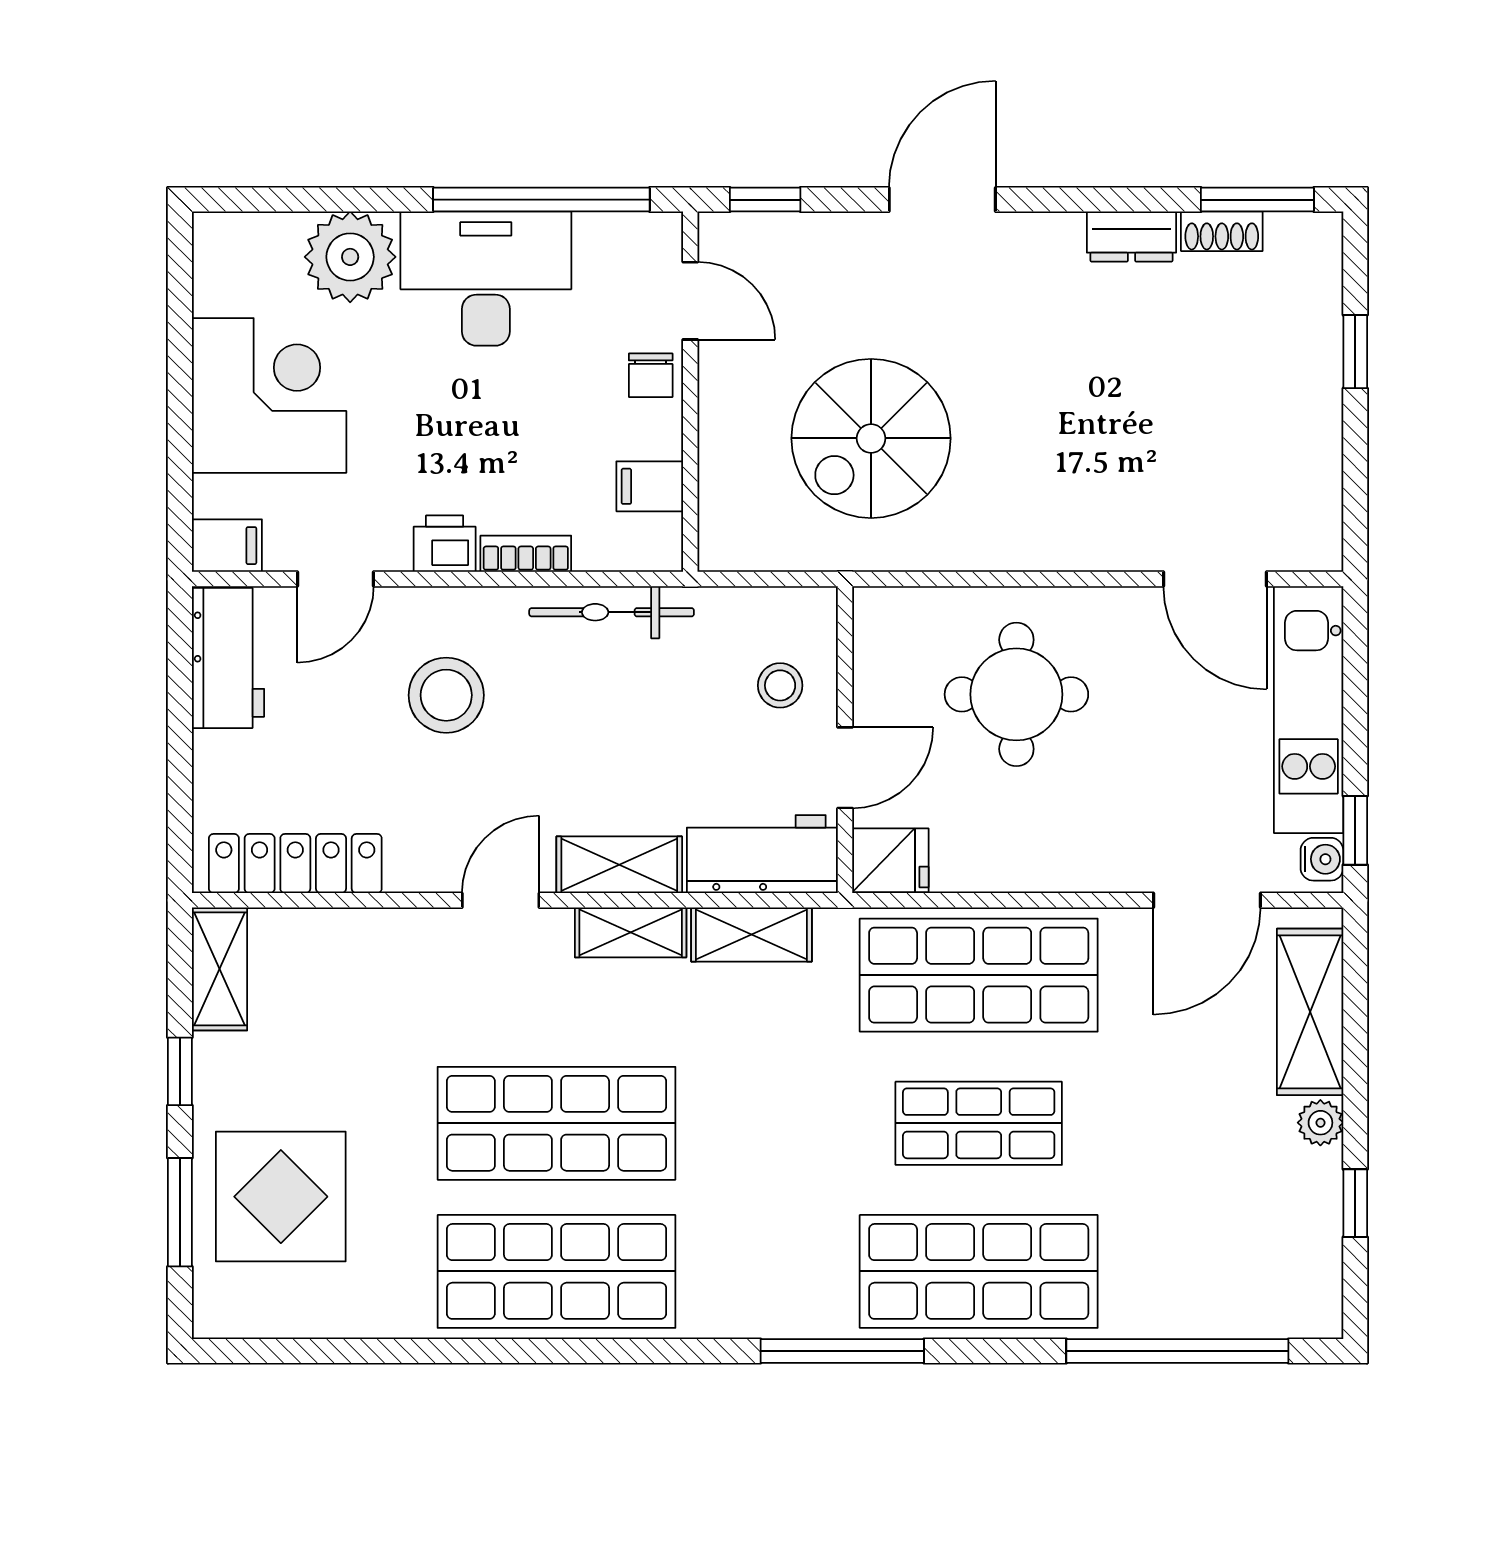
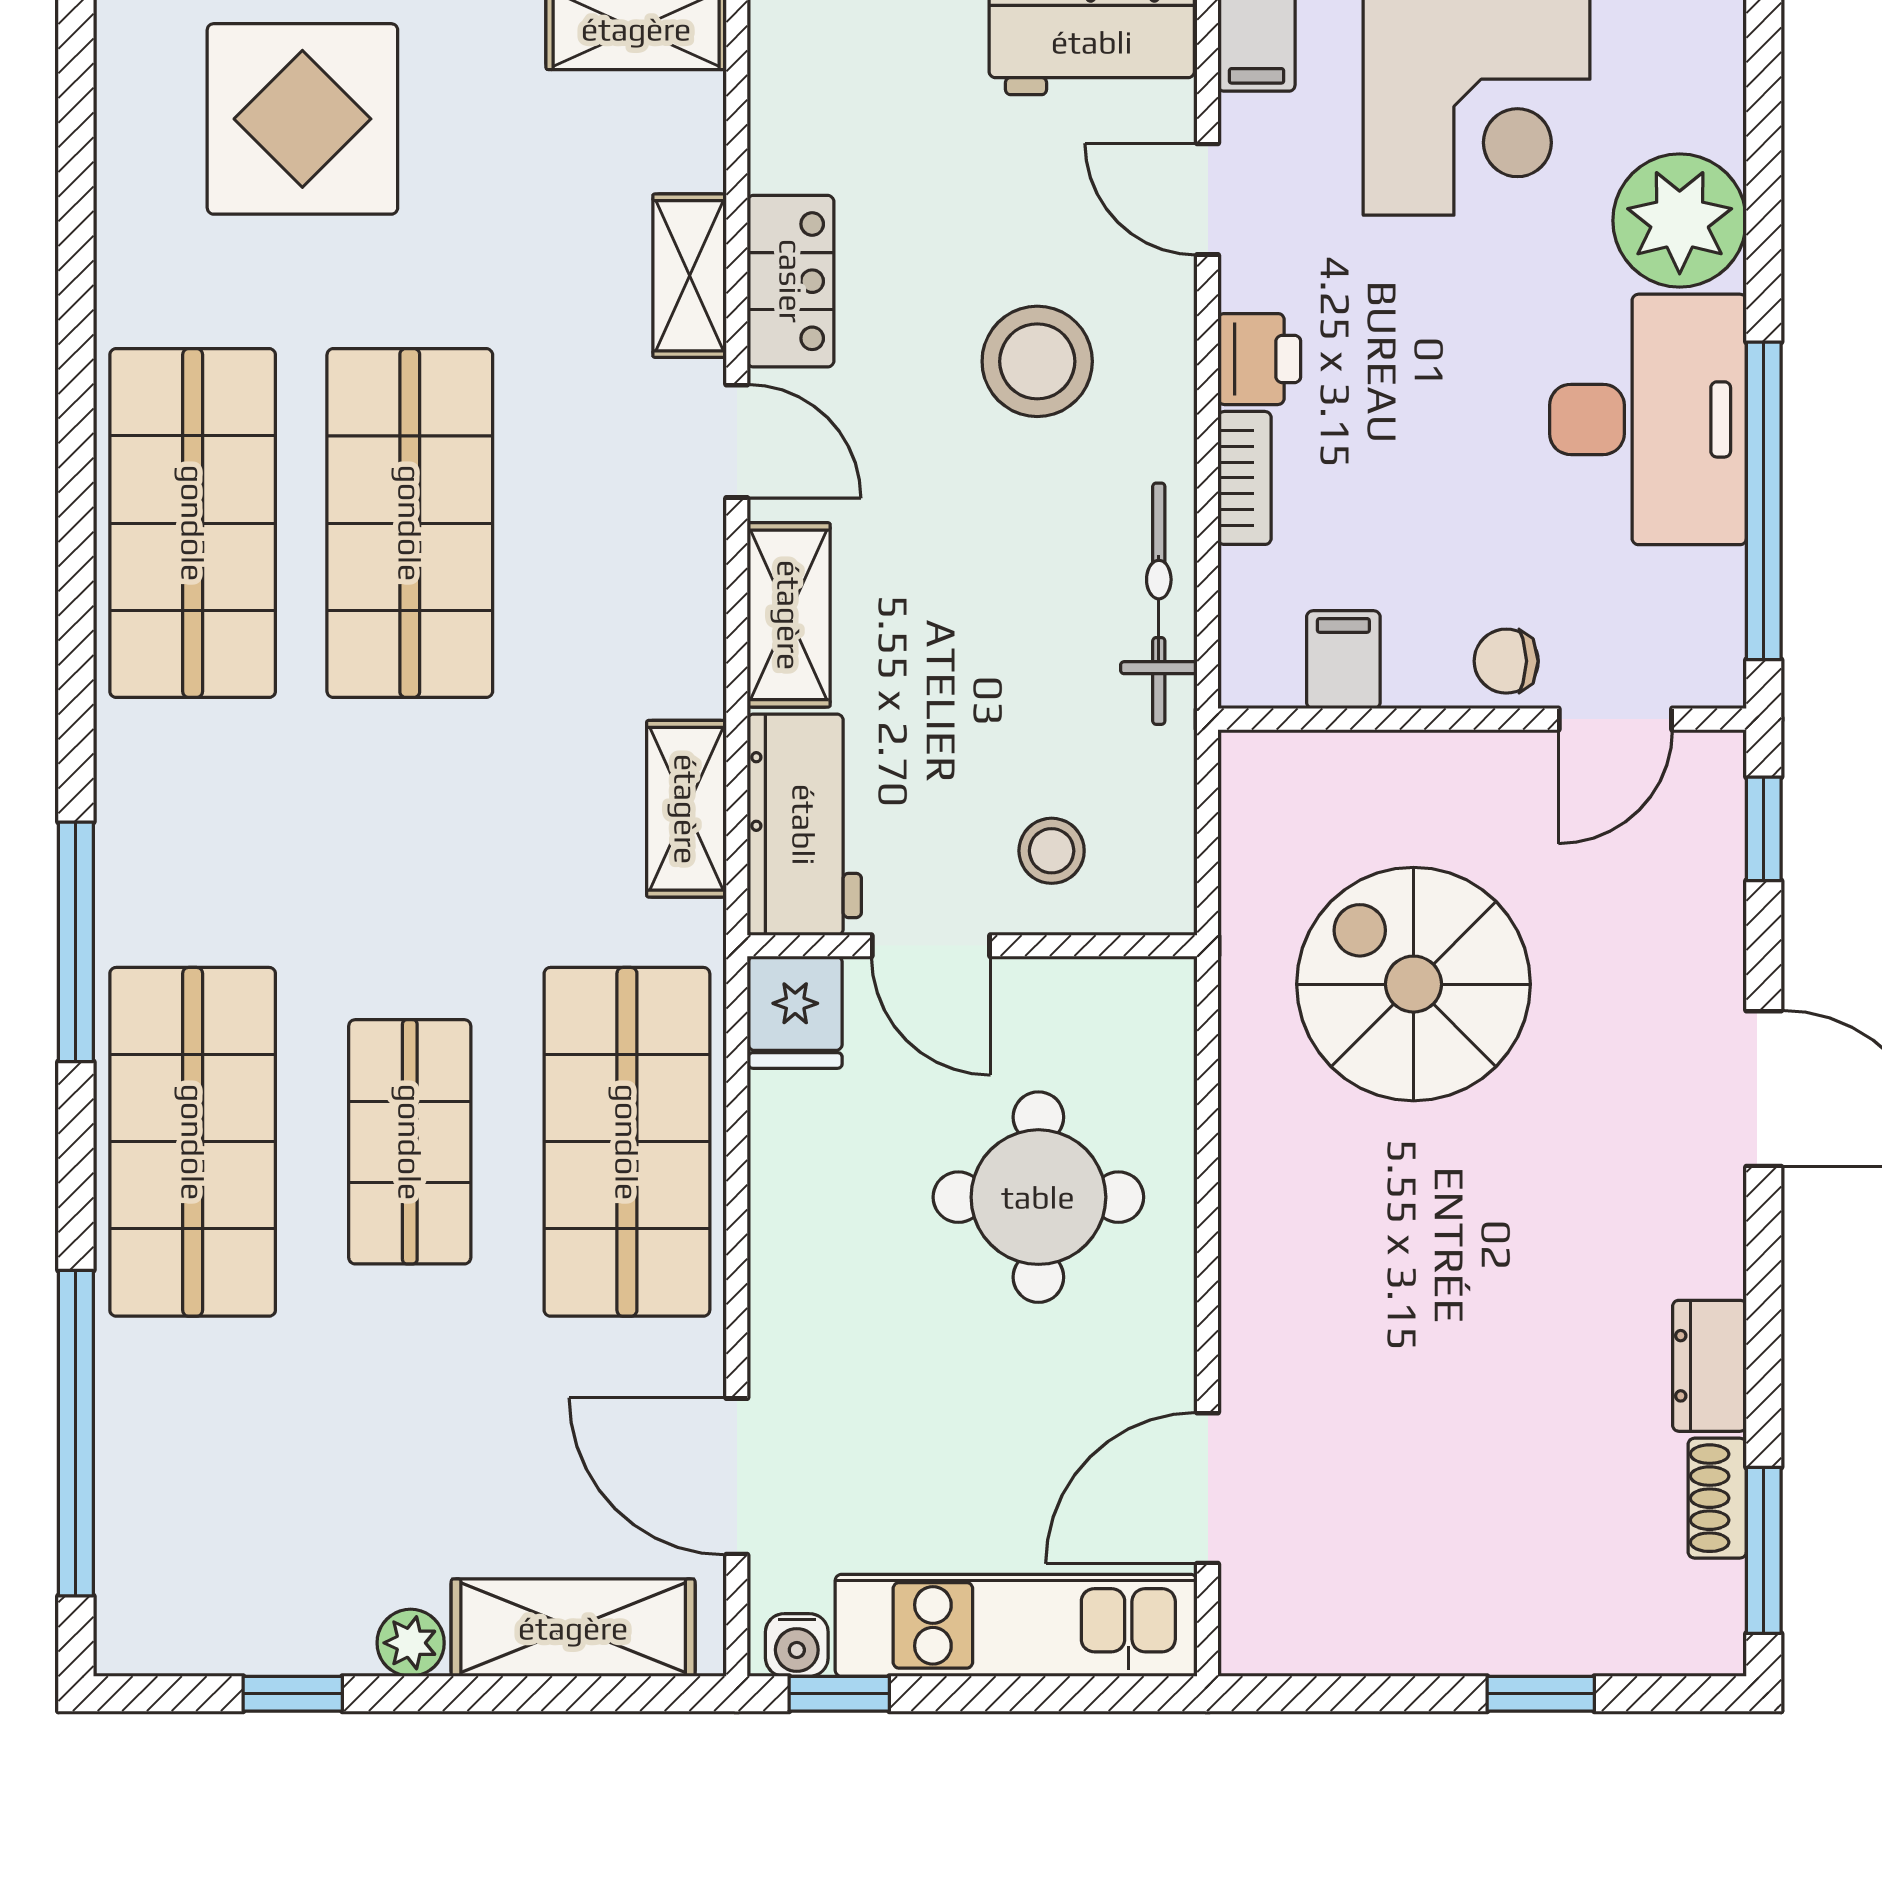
locker: (295, 864) -> (791, 281), moved, width x0.66
shelving: (631, 932) -> (690, 276), moved

